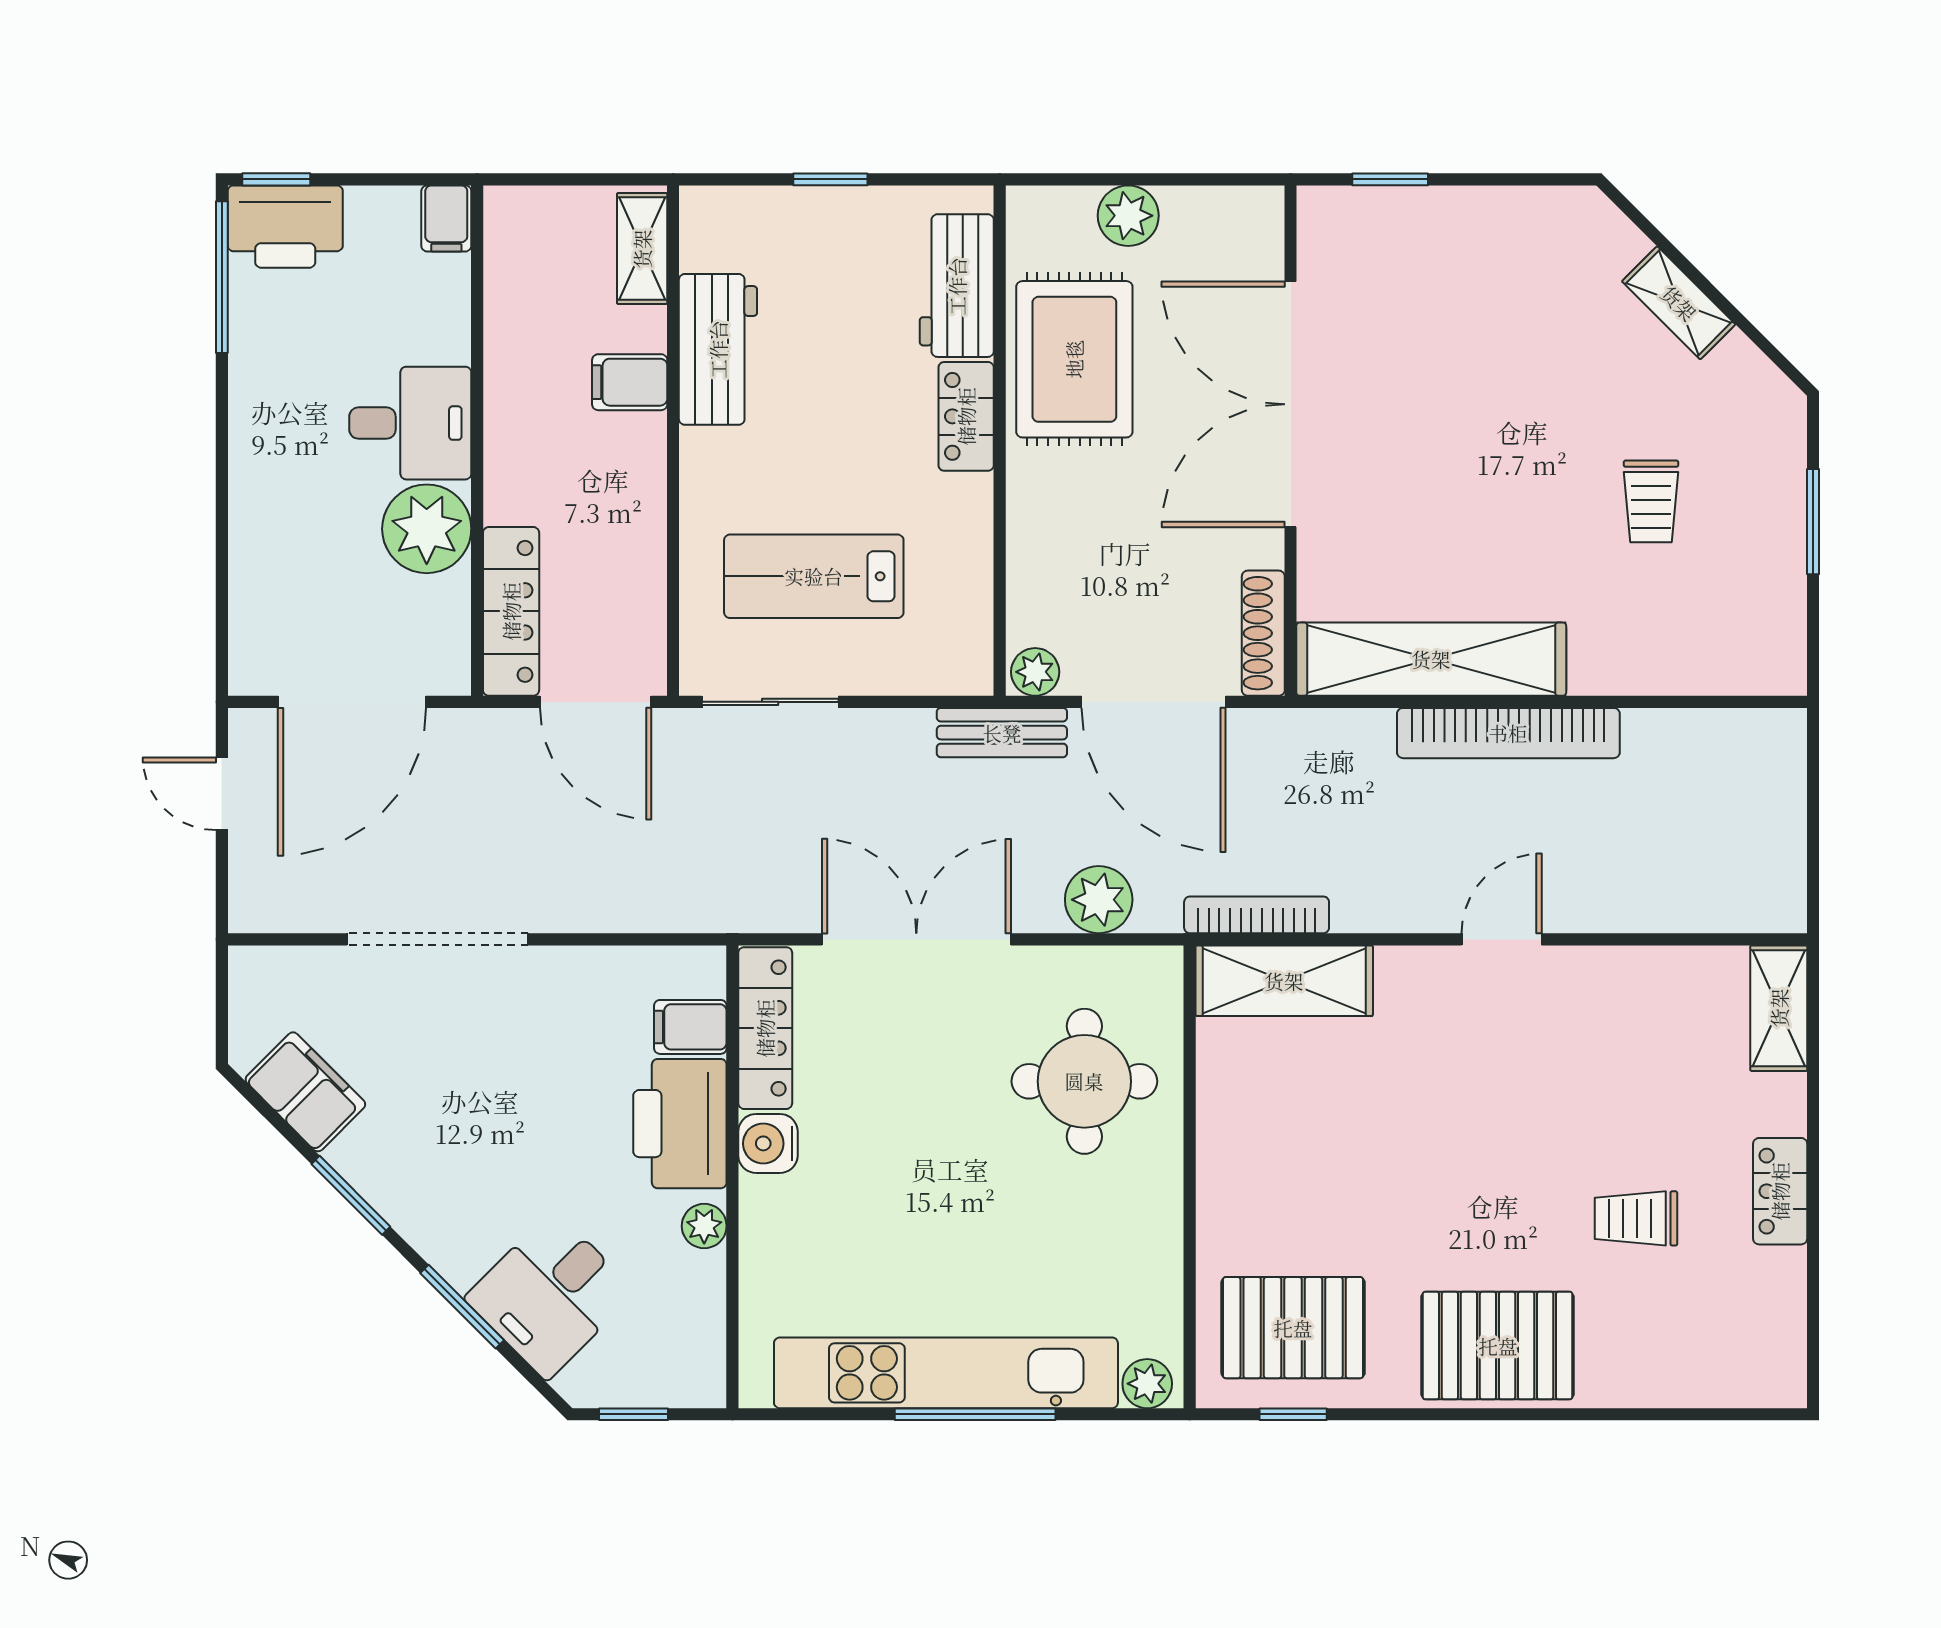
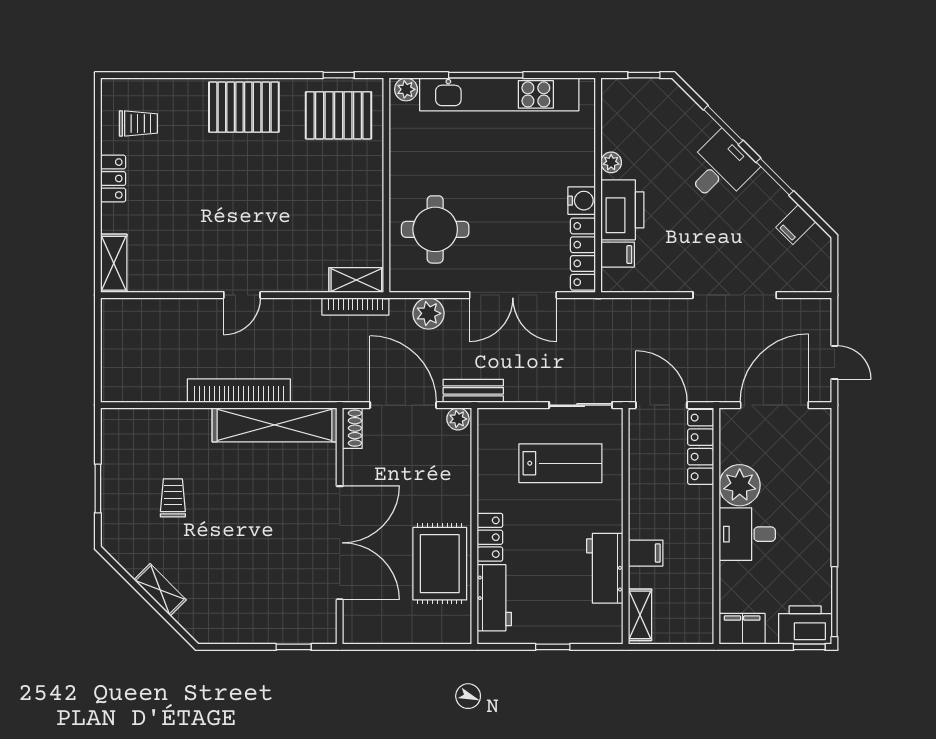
plant: (1128, 216) -> (415, 630), removed
filing cabinet: (446, 218) -> (742, 629), width x2.00
shoe rack: (1263, 633) -> (352, 428), width x0.70
shelving: (1284, 981) -> (356, 280), width x0.67, depth x0.75
filing cabinet: (305, 1092) -> (796, 225), width x0.50
trolley: (1636, 1218) -> (138, 123), moved
desk: (550, 1295) -> (720, 168), moved

